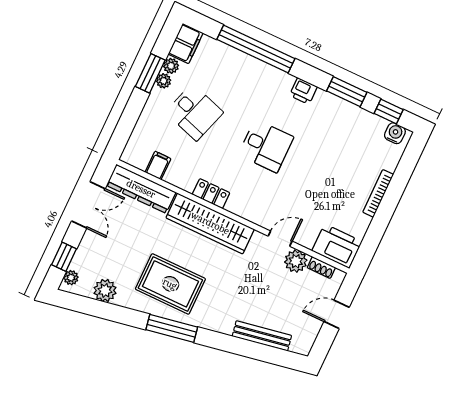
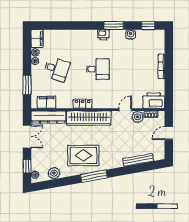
window: (256, 49) -> (72, 25), removed
window: (150, 73) -> (27, 85), moved
window: (347, 92) -> (114, 25), moved
water cooler: (395, 133) -> (131, 34), moved
filing cabinet: (158, 165) -> (47, 102), width x2.00

